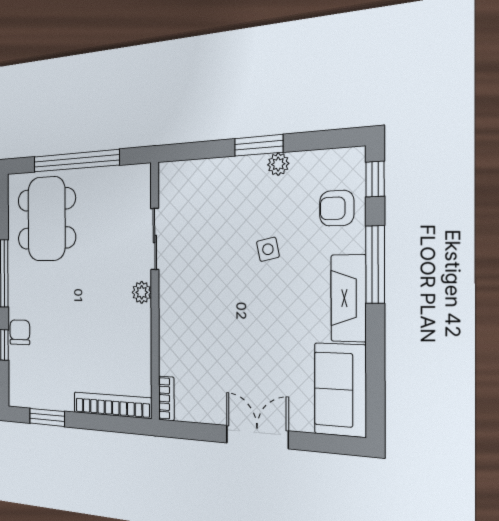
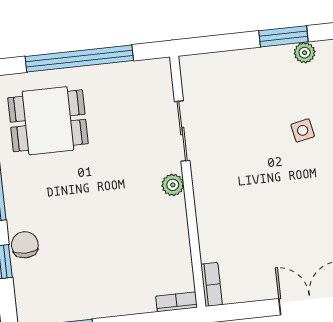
dining table: (47, 219) -> (48, 121), width x0.73
bookcase: (112, 405) -> (177, 302), width x0.43, depth x0.76

